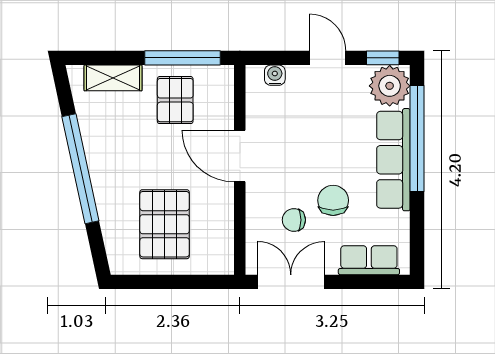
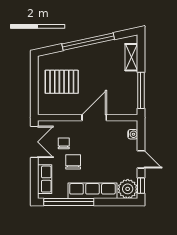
door: (328, 58) -> (141, 159), hinge flipped
pallet: (175, 100) -> (121, 87), removed
window: (417, 139) -> (69, 202), moved
chair: (333, 200) -> (73, 162), turned -90

